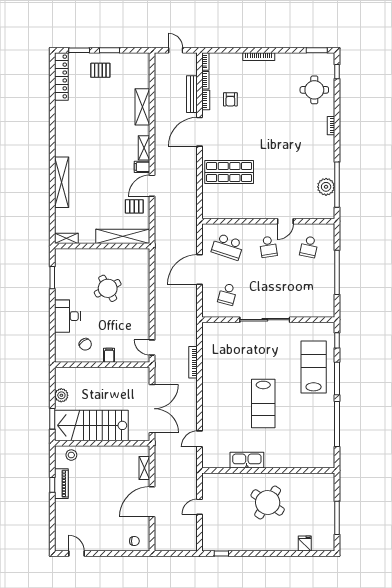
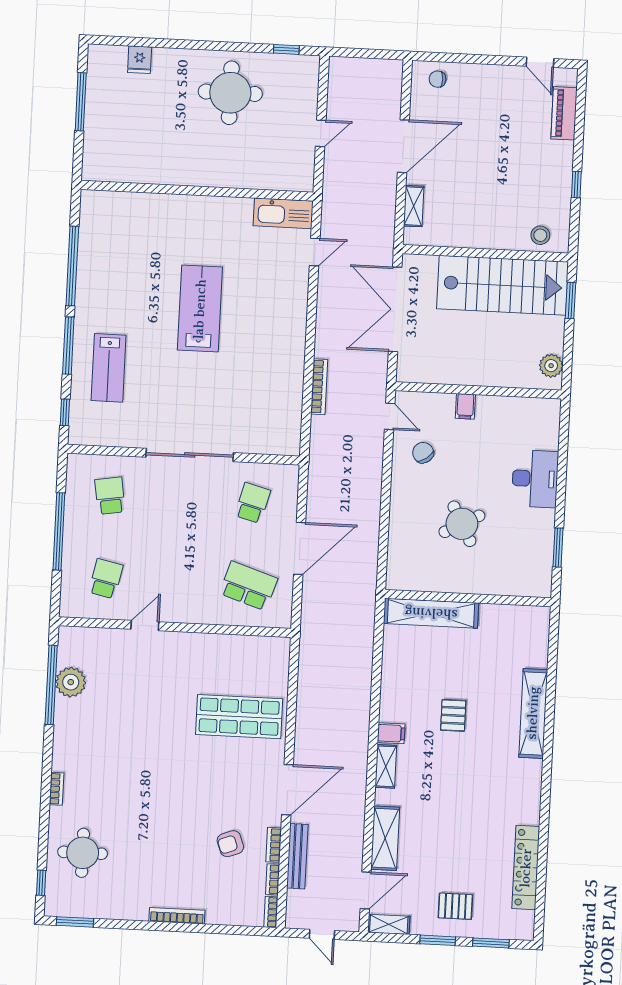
locker: (61, 76) -> (526, 868), moved
armchair: (230, 99) -> (230, 844), turned -111
door: (152, 186) -> (366, 890), moved
pallet: (134, 206) -> (453, 715), moved, turned 90
shelving: (66, 238) -> (389, 924), moved
school desk: (268, 247) -> (110, 496), moved
chair: (85, 344) -> (423, 453), moved
lab bench: (314, 367) -> (109, 368), width x0.73, depth x0.72
plant: (61, 395) -> (551, 366), moved
kitchen sink: (247, 460) -> (283, 213), moved
piano: (61, 484) -> (564, 113), moved
round table: (268, 502) -> (230, 93), moved, turned -34

